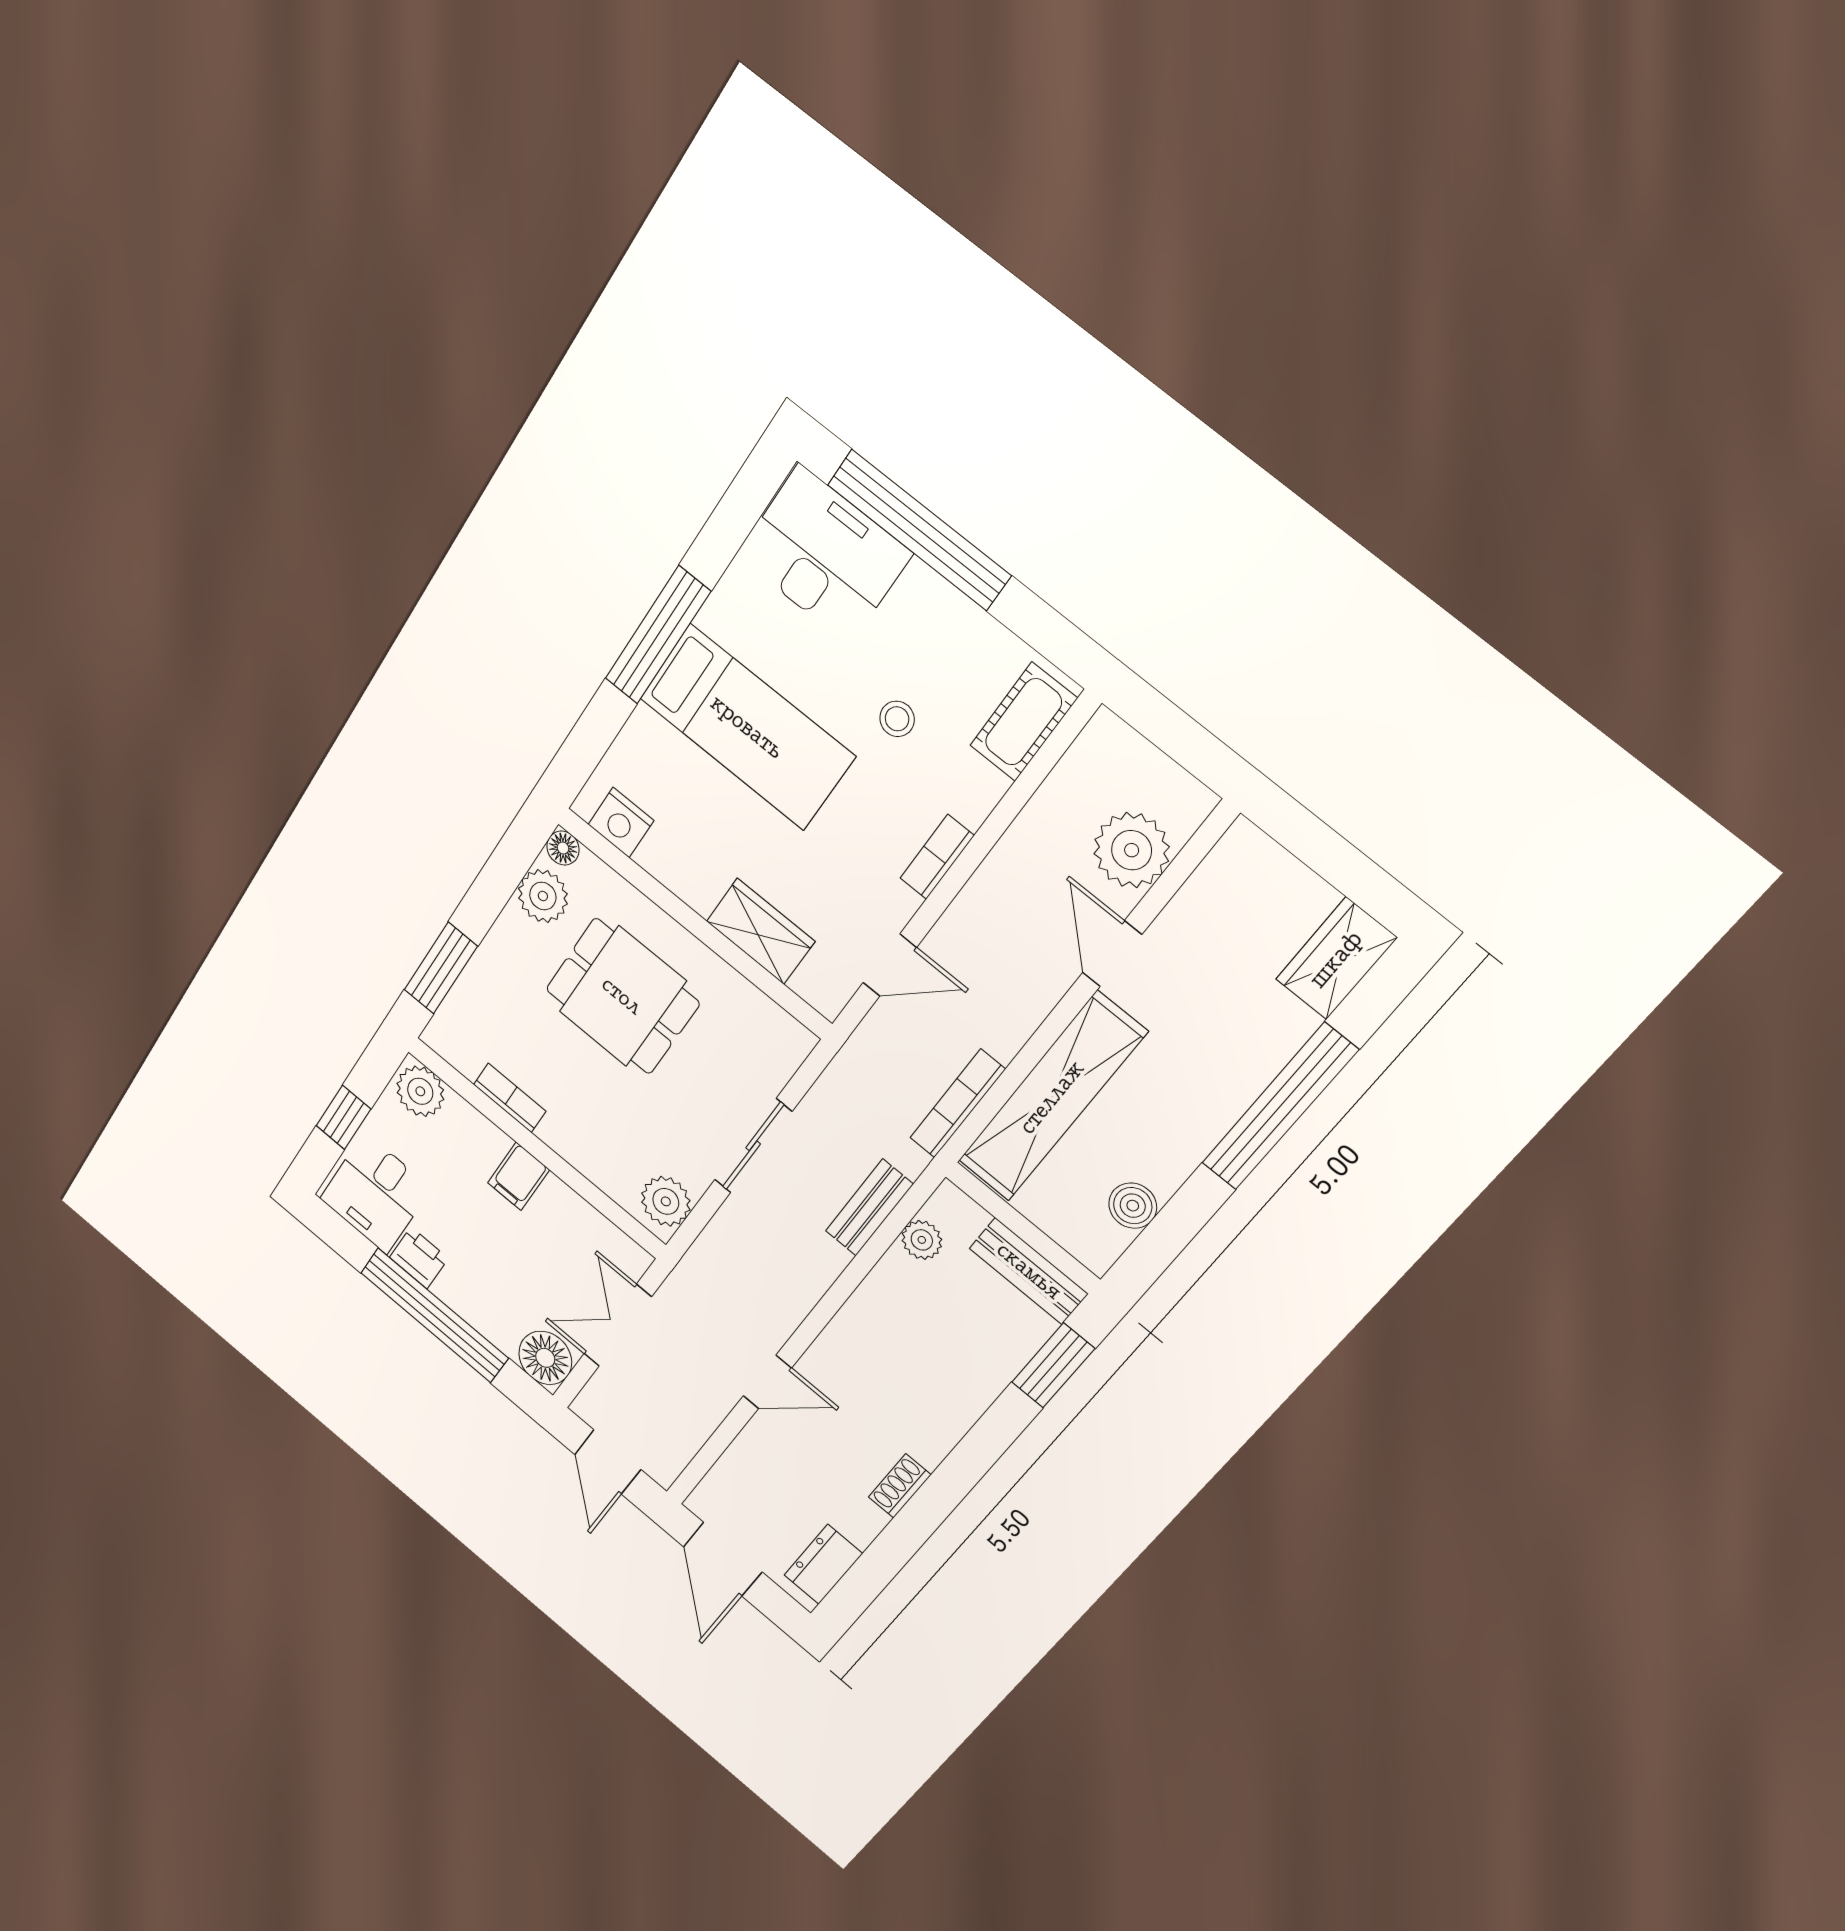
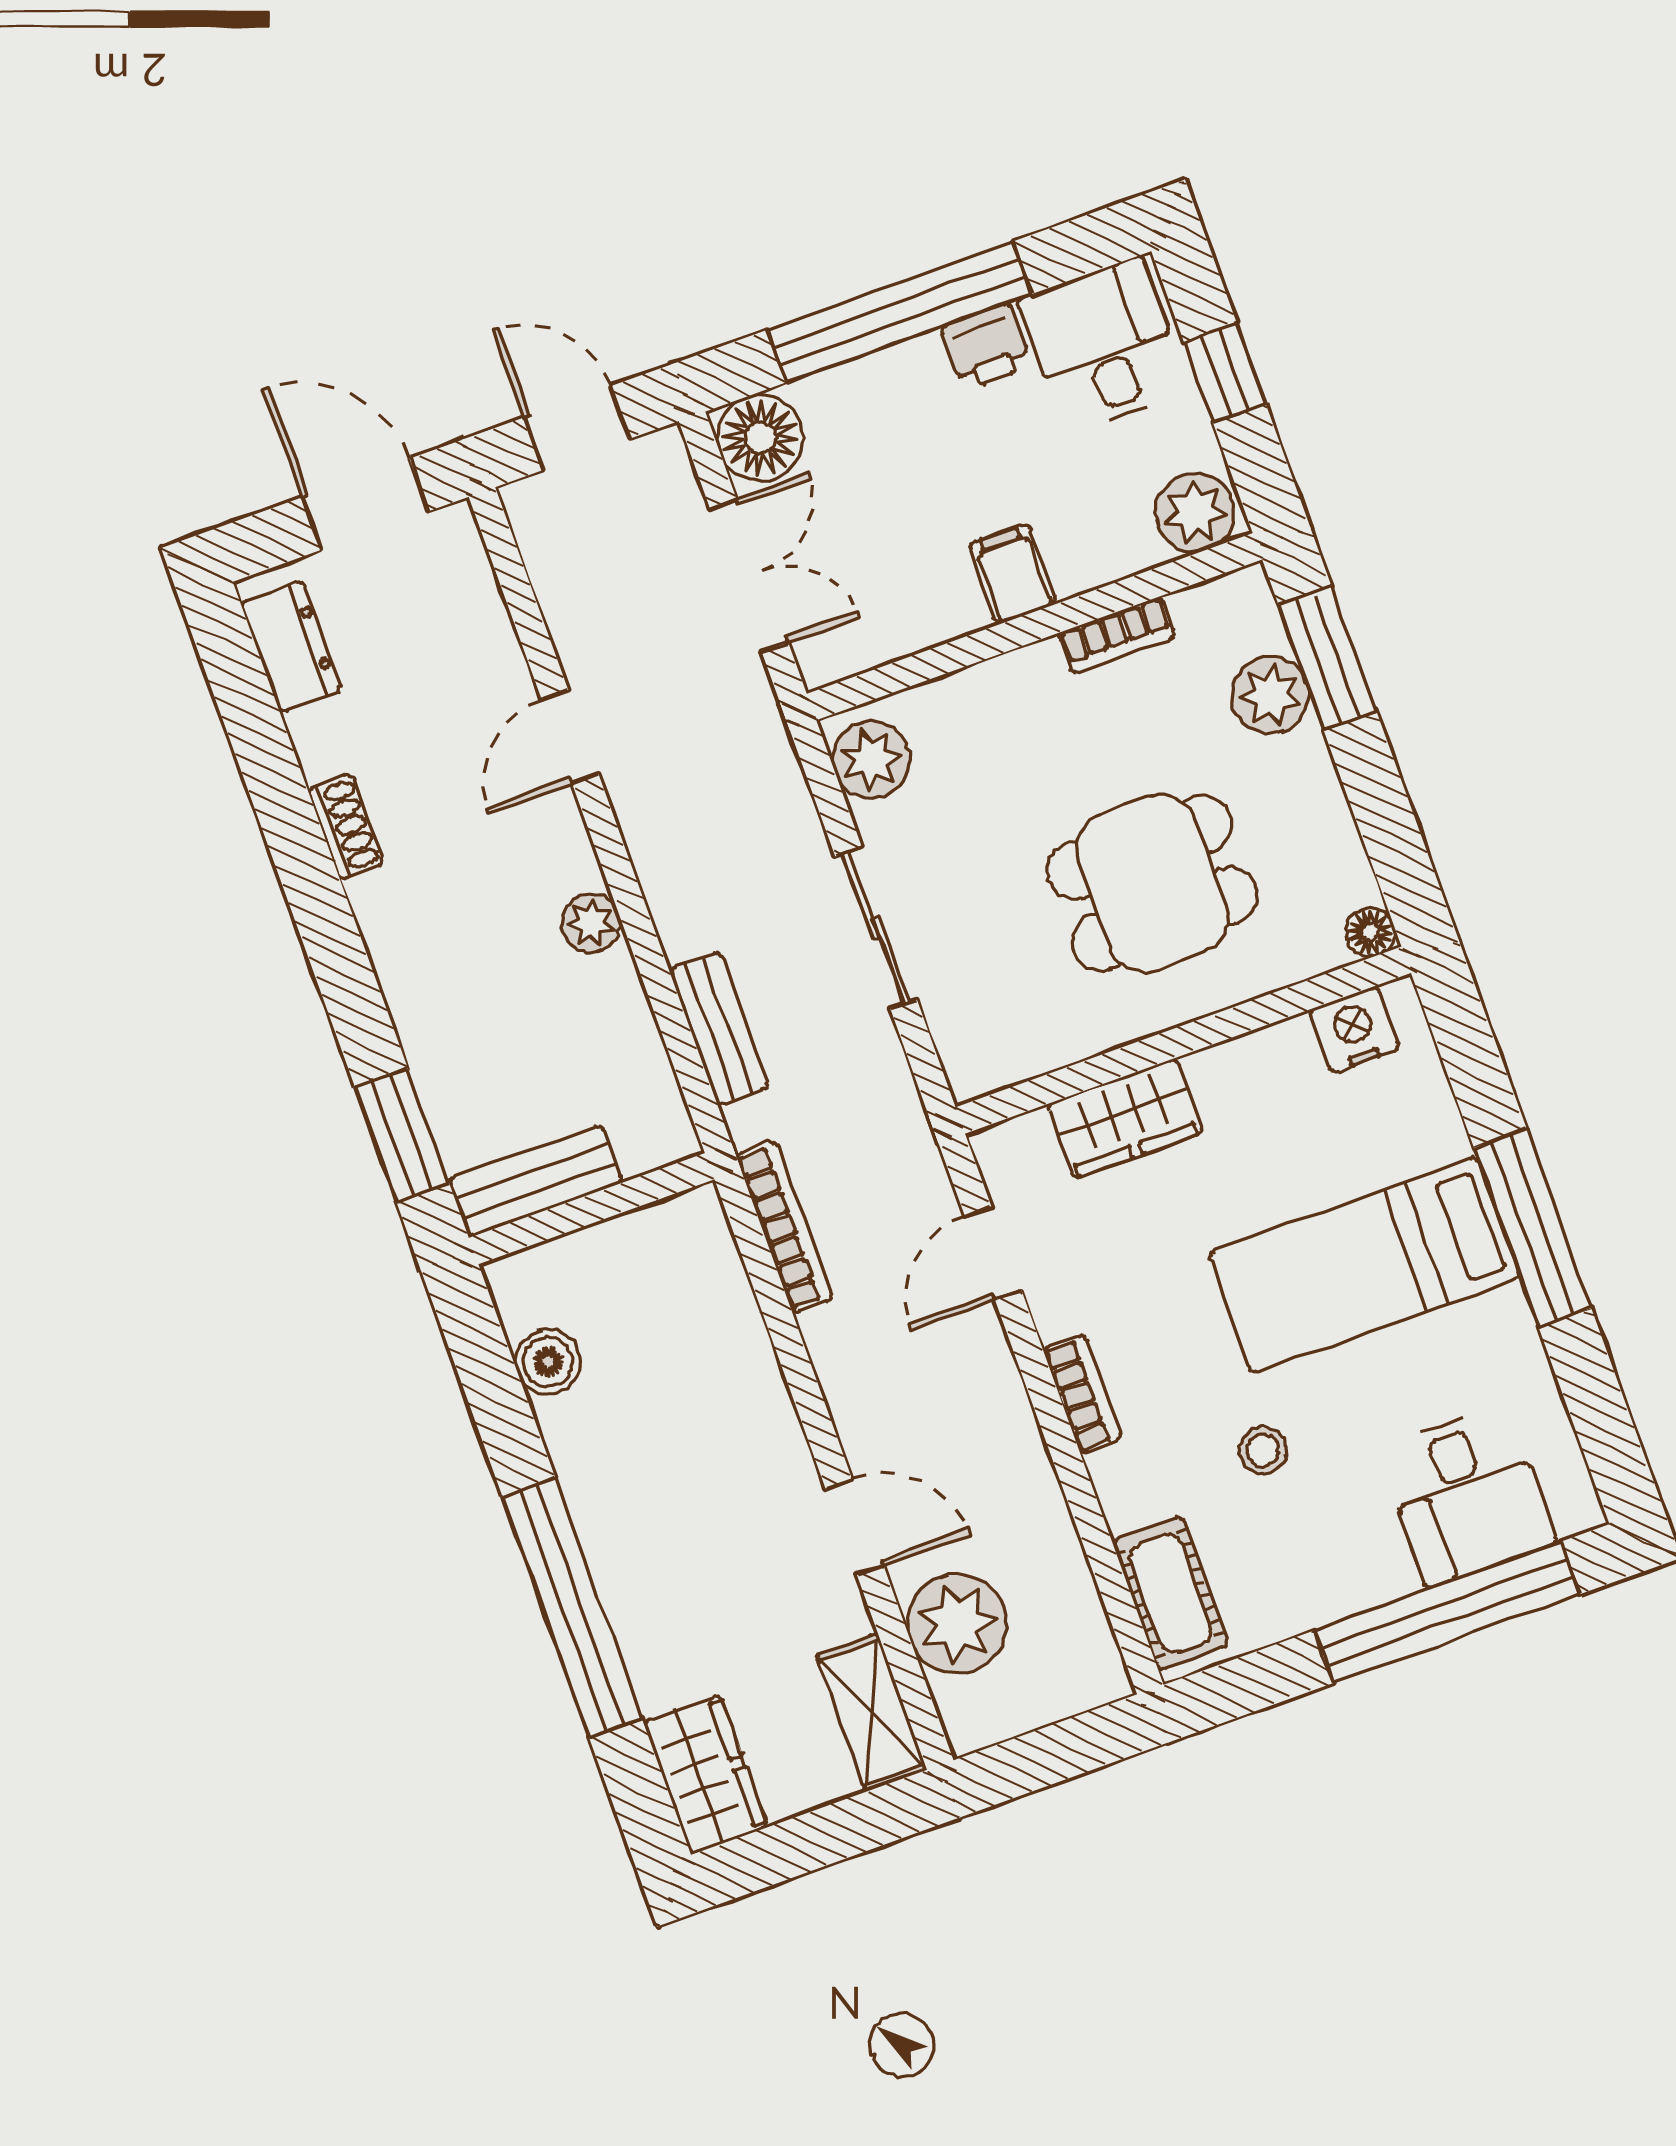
desk: (824, 555) -> (1467, 1496), width x0.73
plant: (543, 896) -> (1270, 695), moved
shelving: (1052, 1097) -> (872, 1713), moved, width x0.45, depth x0.75
plant: (922, 1240) -> (591, 923), moved

